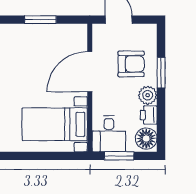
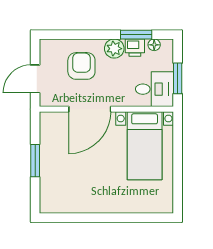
door: (90, 72) -> (90, 109), hinge flipped
window: (161, 73) -> (136, 35), moved
floor lamp: (146, 139) -> (154, 45), width x0.53, depth x0.53

